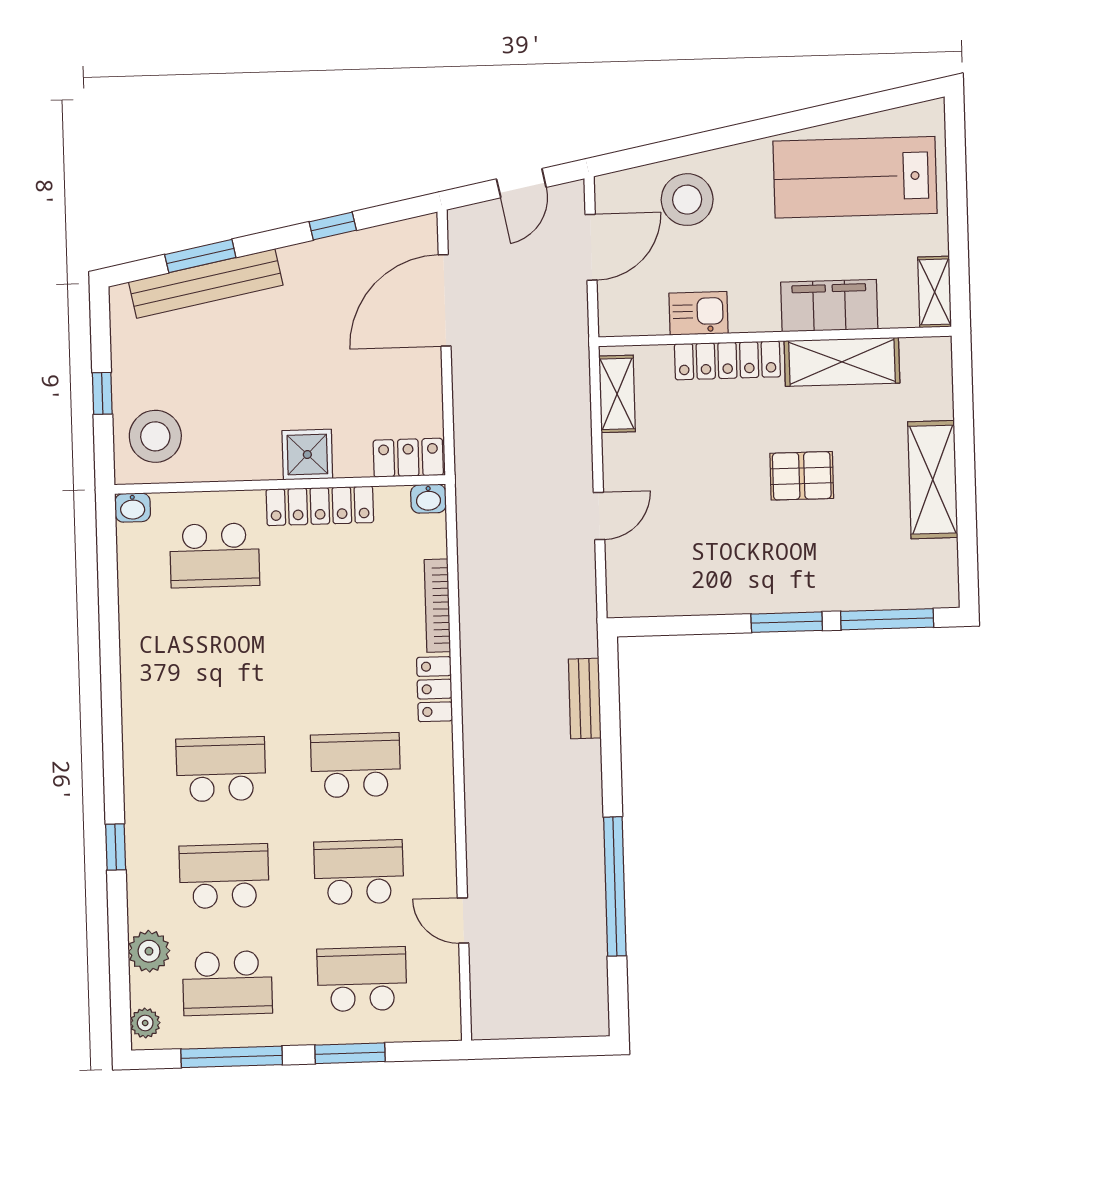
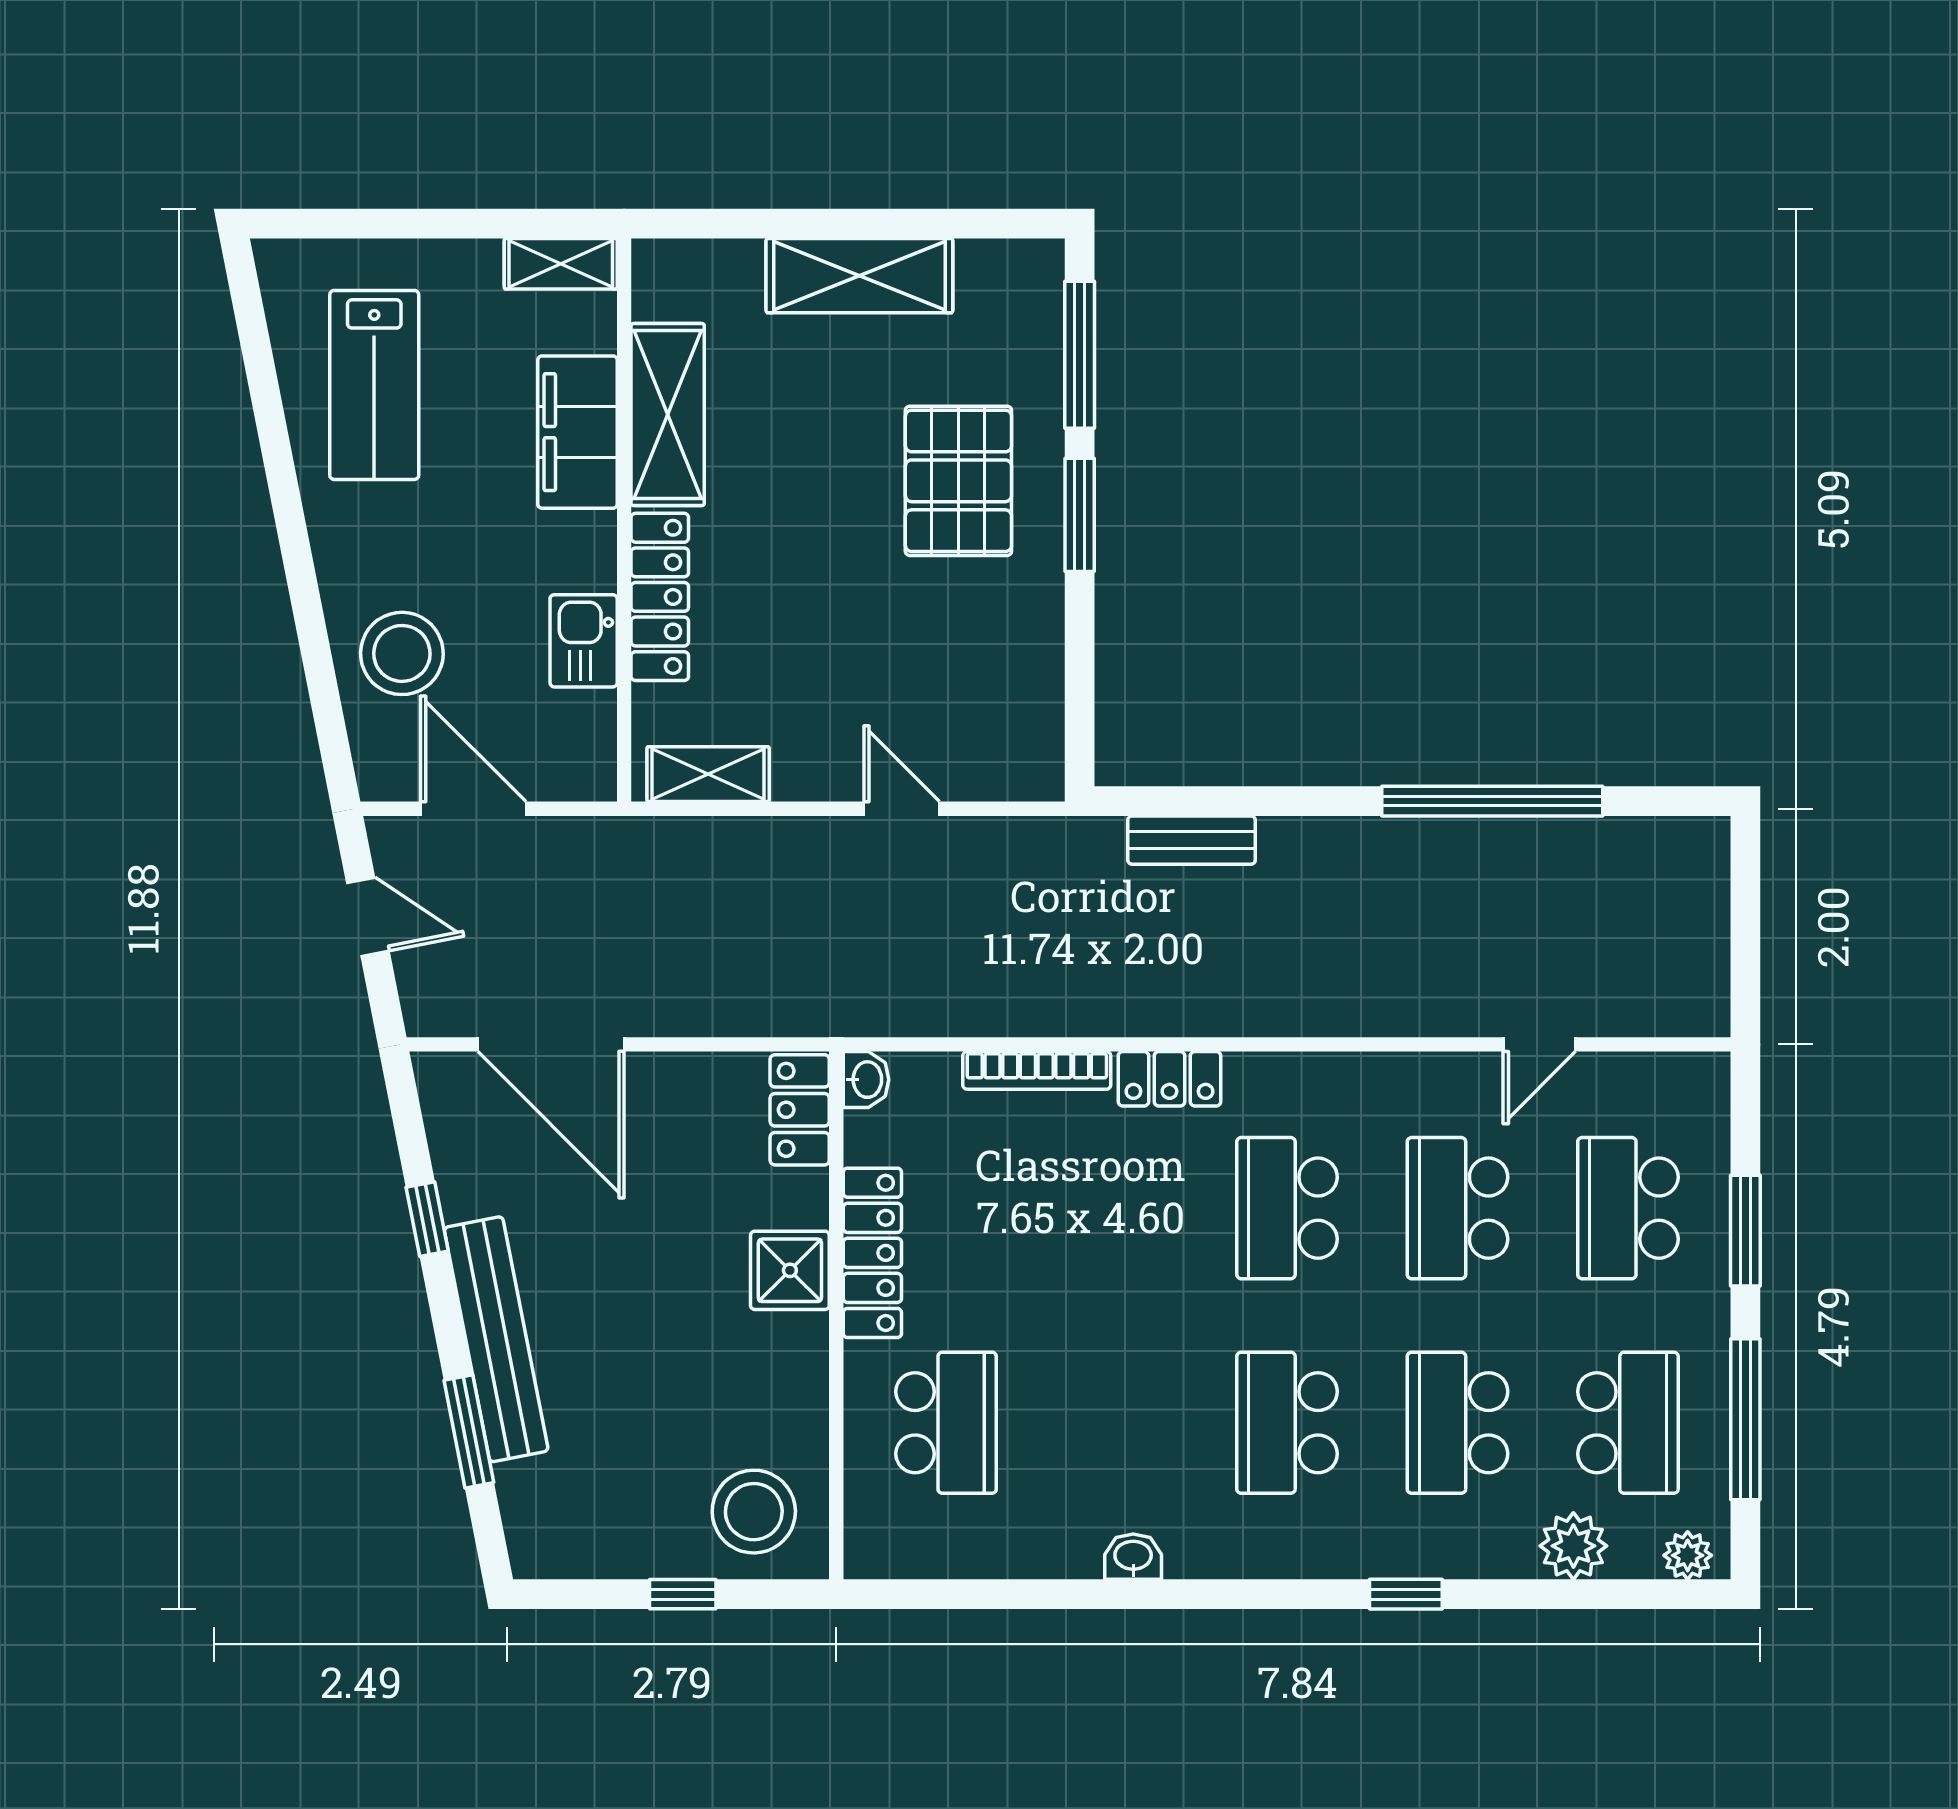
lab bench: (855, 177) -> (374, 385), width x0.73, depth x0.72
bench: (206, 283) -> (496, 1339), moved
pallet: (802, 476) -> (958, 481), moved, width x1.50, depth x1.42
washbasin: (133, 508) -> (1133, 1557), moved, turned -90

